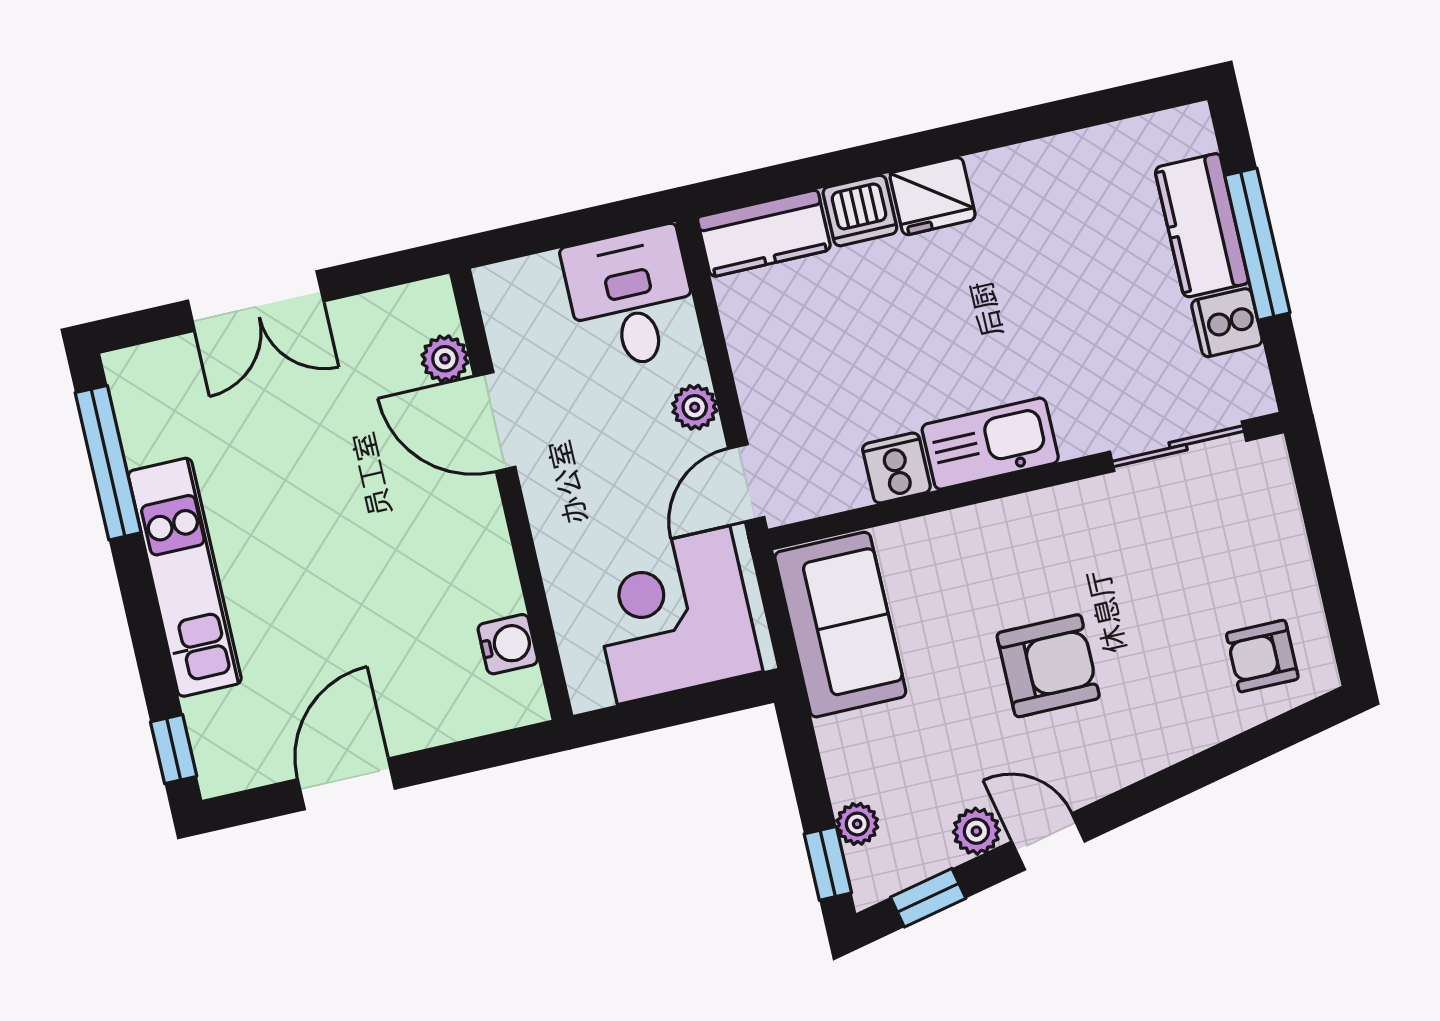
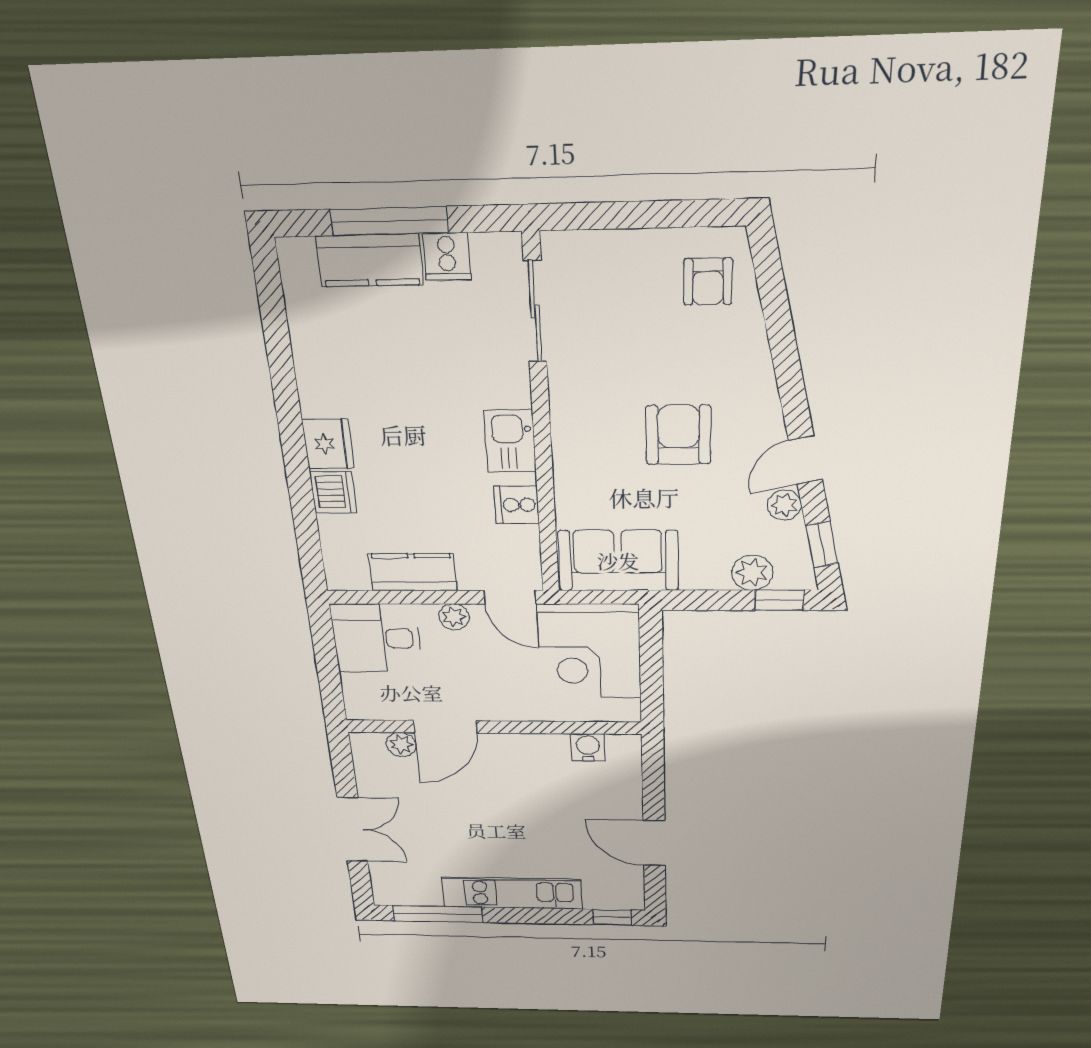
kitchen counter: (764, 233) -> (413, 572), moved, turned -90
kitchen sink: (990, 444) -> (510, 441), width x0.73
plant: (857, 824) -> (752, 573), width x1.38, depth x1.38

